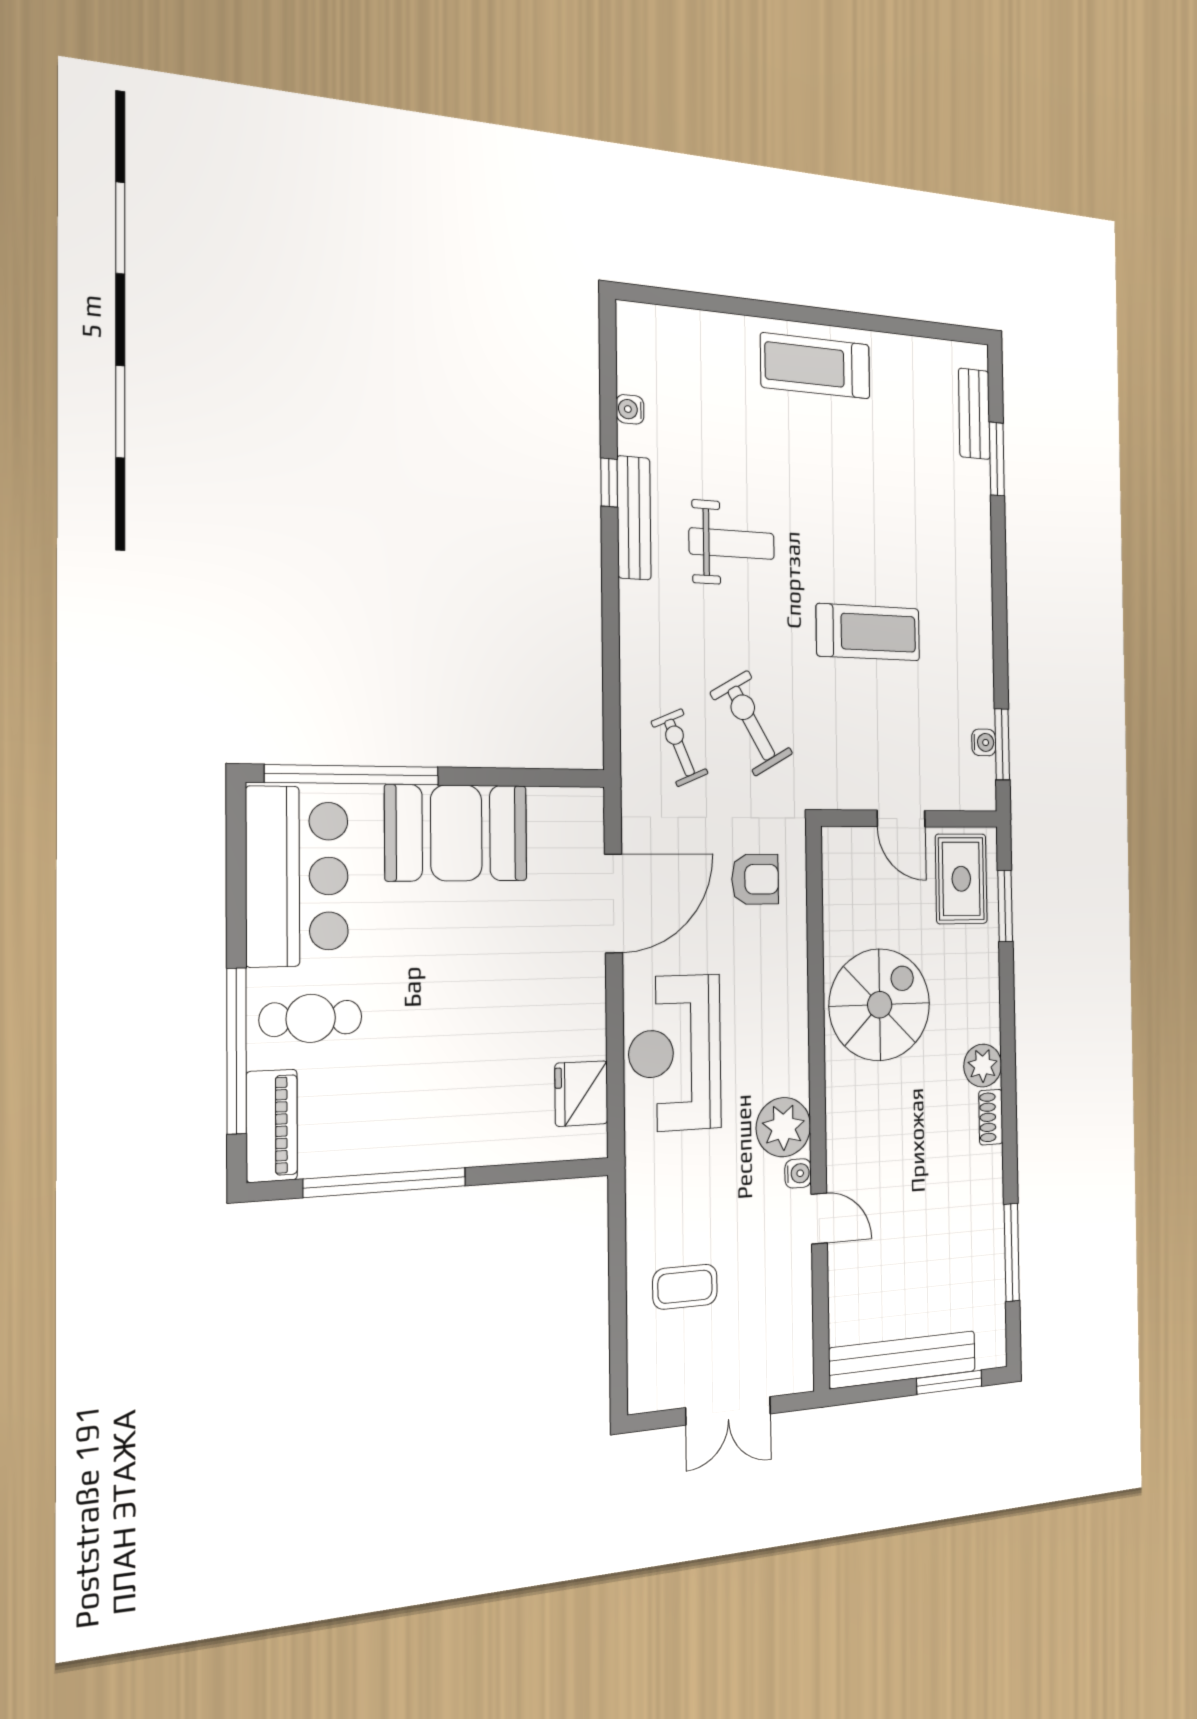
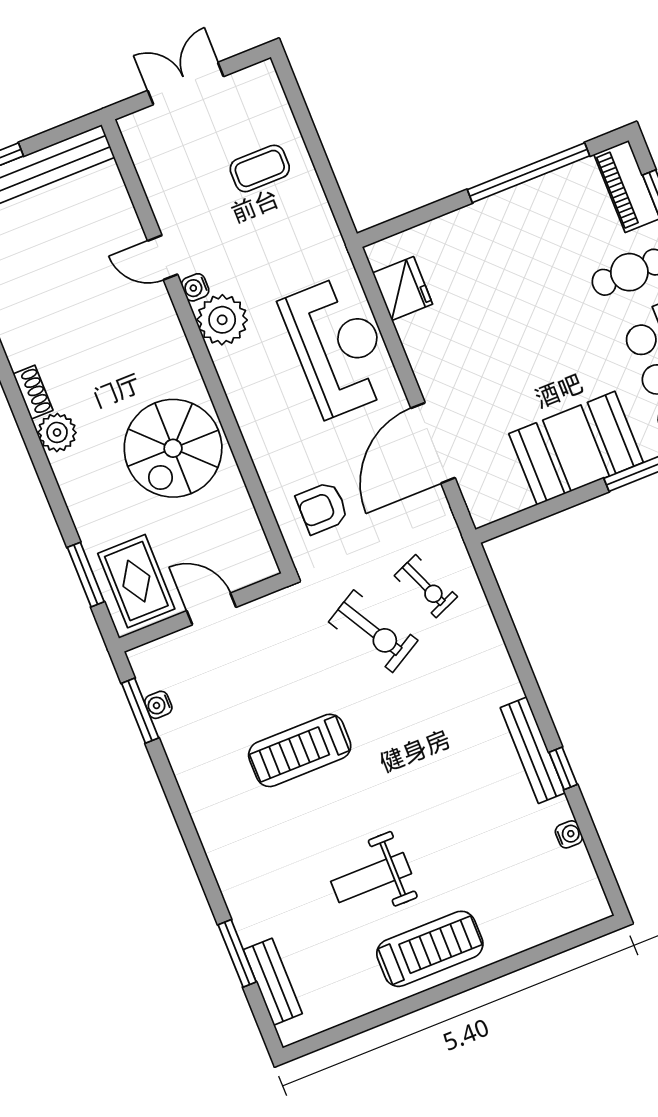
weight bench: (732, 544) -> (371, 878), moved

